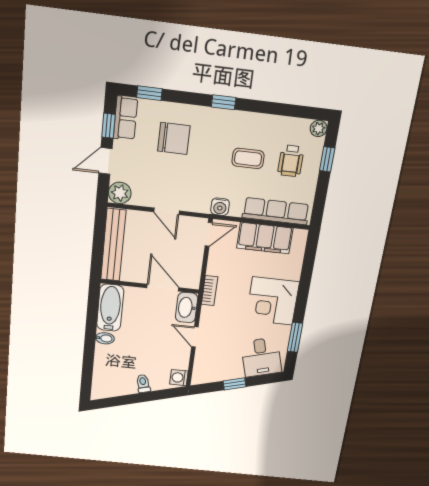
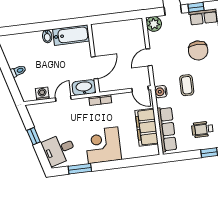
coffee table: (248, 158) -> (187, 85), moved
bench: (113, 245) -> (117, 27), removed
washing machine: (179, 378) -> (42, 94), moved

